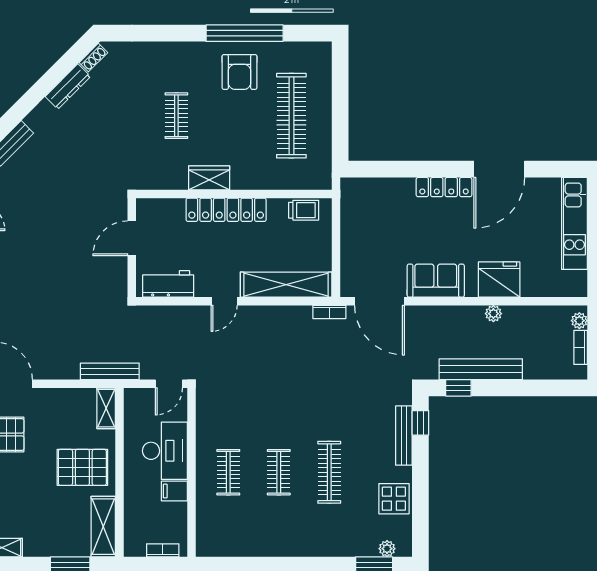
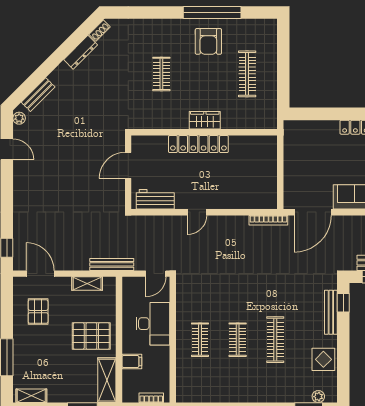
clothes rail: (291, 116) -> (247, 74), width x0.73, depth x0.76
wardrobe: (209, 178) -> (205, 120), moved
trolley: (304, 210) -> (256, 144), removed
shelving: (286, 285) -> (243, 200), removed
door: (379, 301) -> (313, 212), hinge flipped
bookcase: (329, 312) -> (268, 220), width x1.56
shelving: (106, 408) -> (87, 284), moved, turned 90
filing cabinet: (174, 491) -> (132, 361), moved, turned 180

